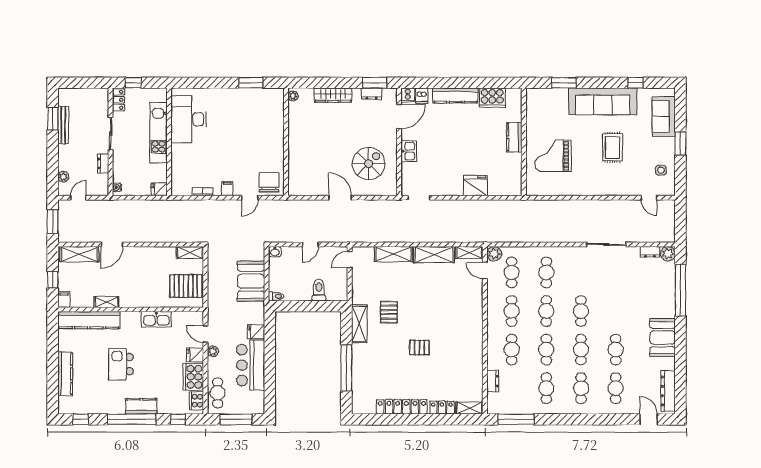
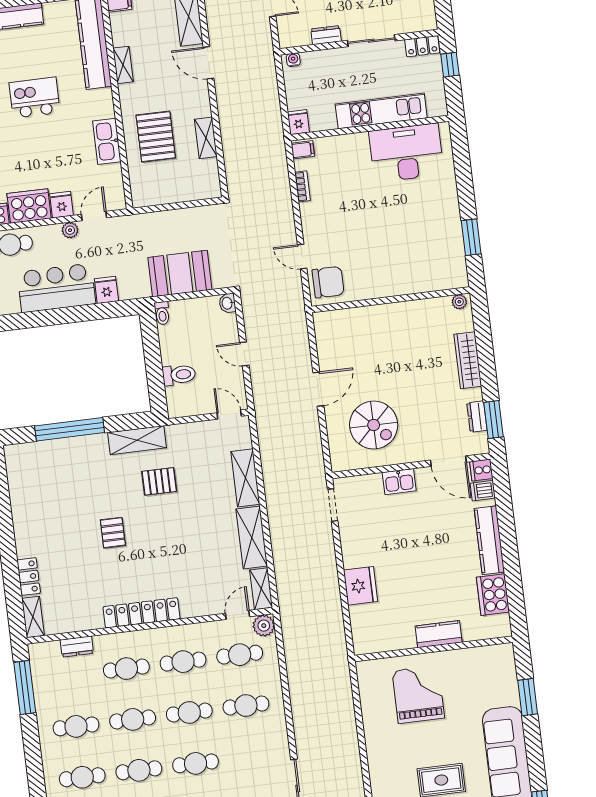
filing cabinet: (227, 188) -> (303, 150), moved
shelving: (190, 253) -> (206, 138), moved
pallet: (186, 286) -> (156, 137), moved
locker: (402, 407) -> (142, 613), moved, turned -90

